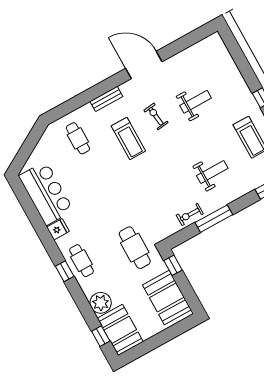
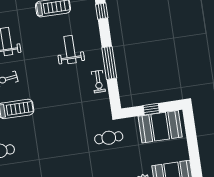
cafe table: (135, 248) -> (109, 138), width x0.73, depth x0.74
window: (173, 265) -> (151, 109), moved

